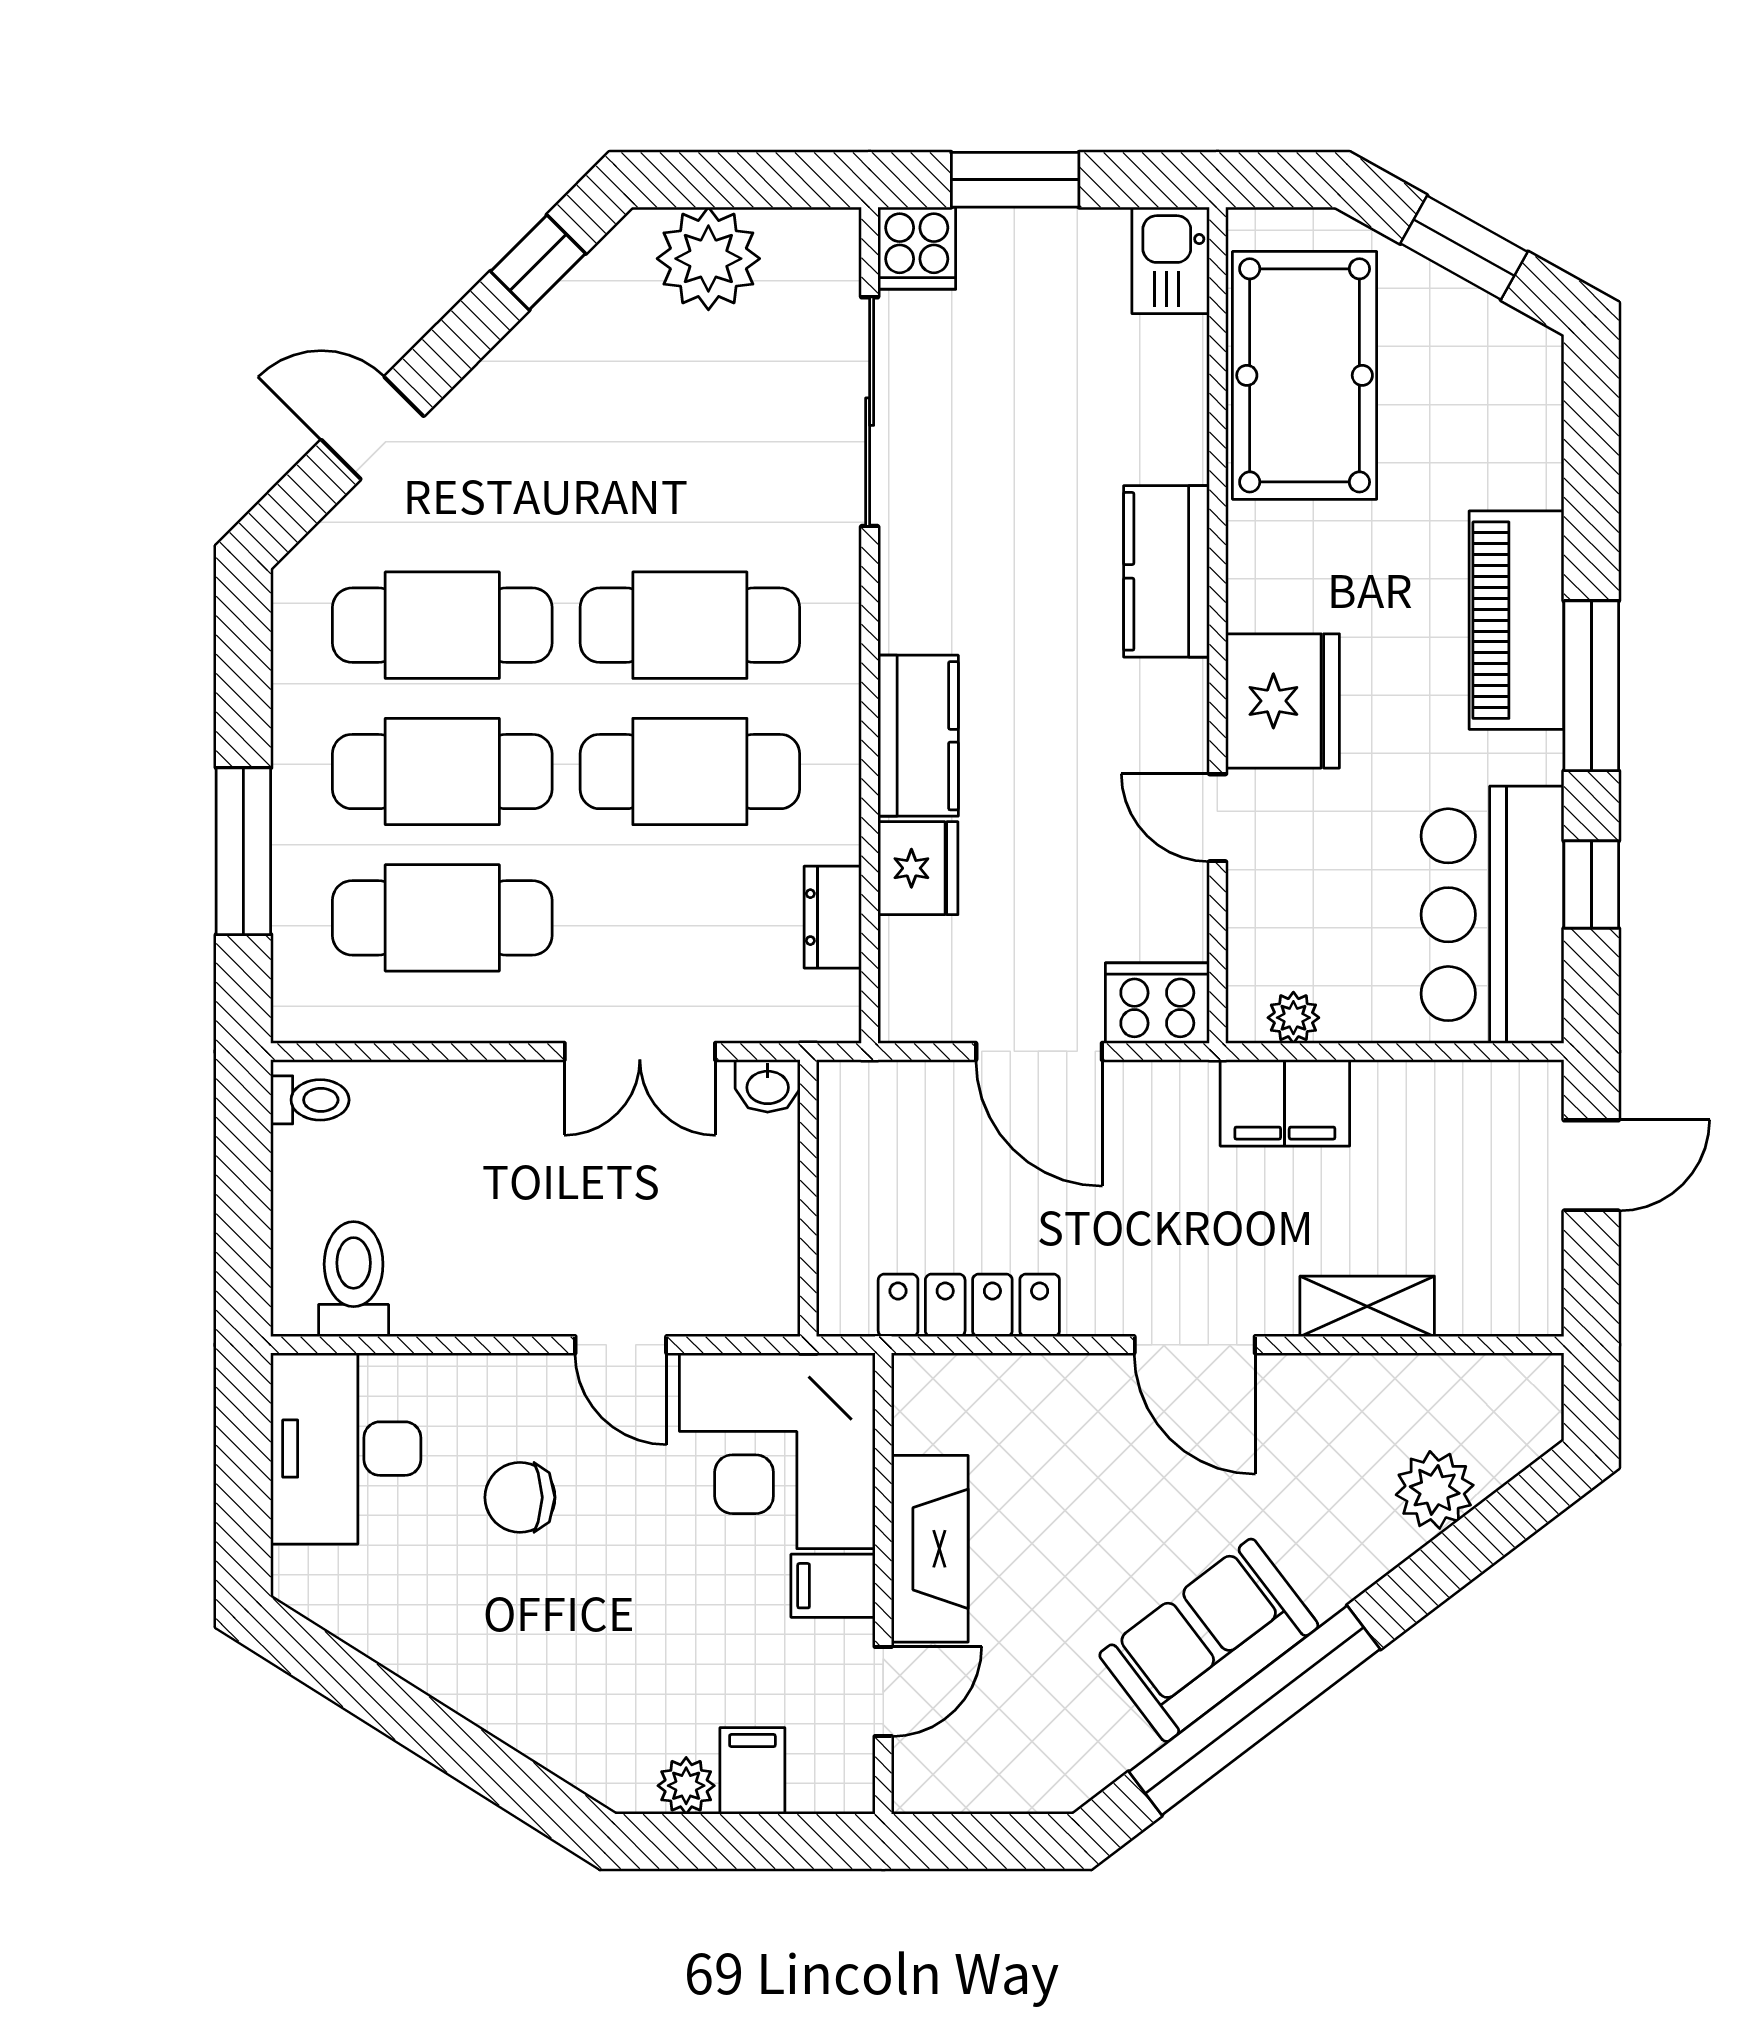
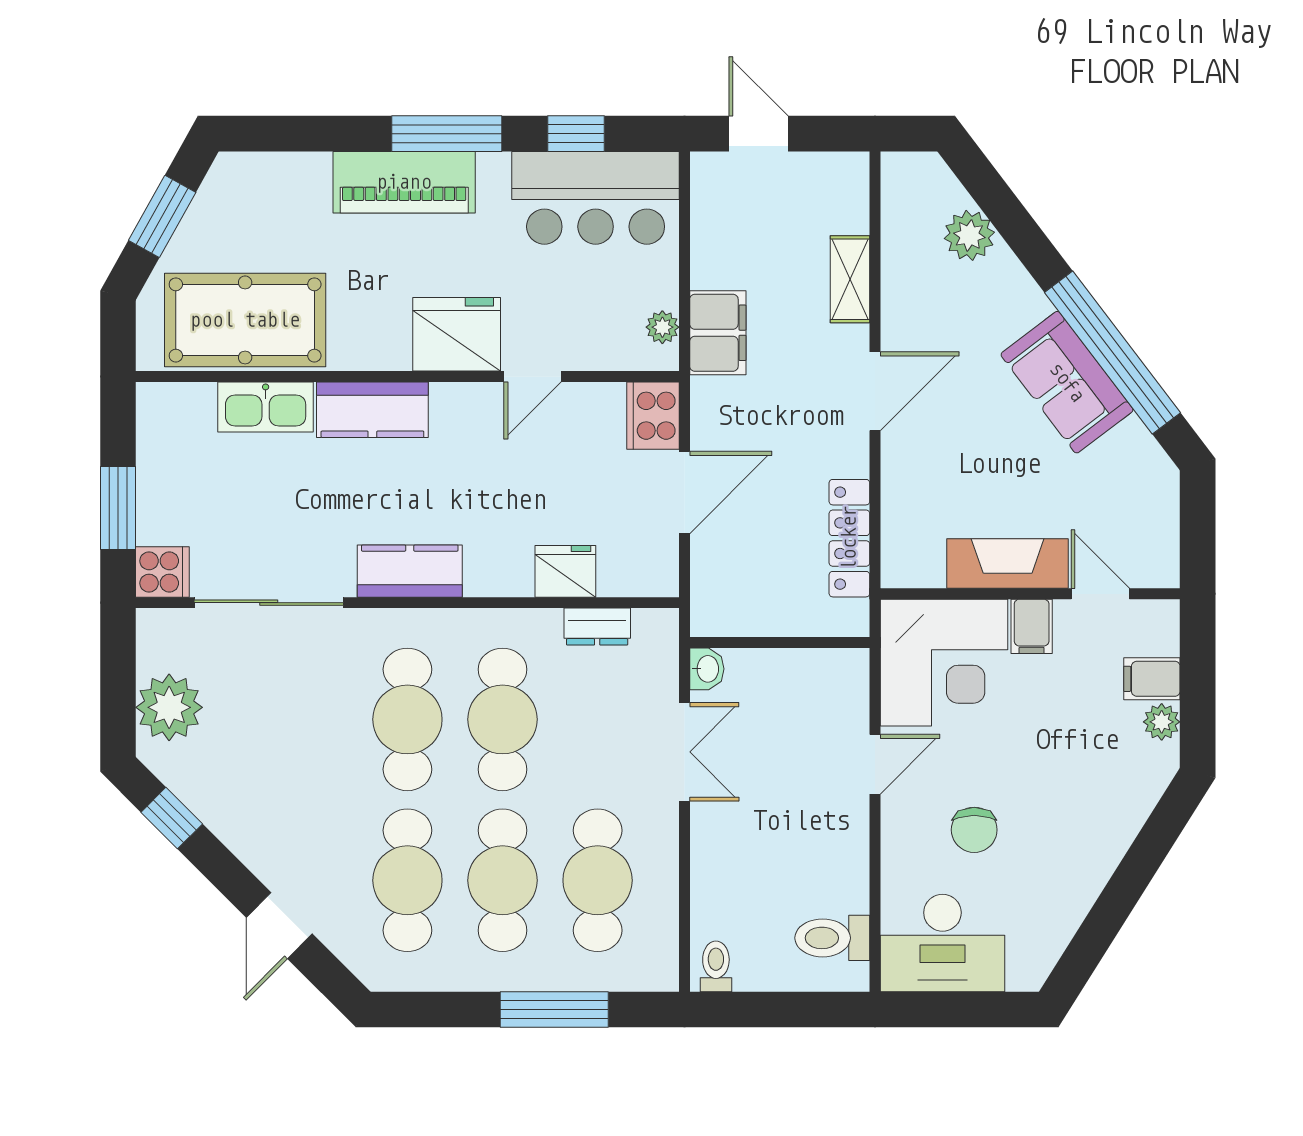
kitchen sink: (1171, 260) -> (266, 407), moved, width x1.38
kitchen counter: (918, 736) -> (410, 571), moved

